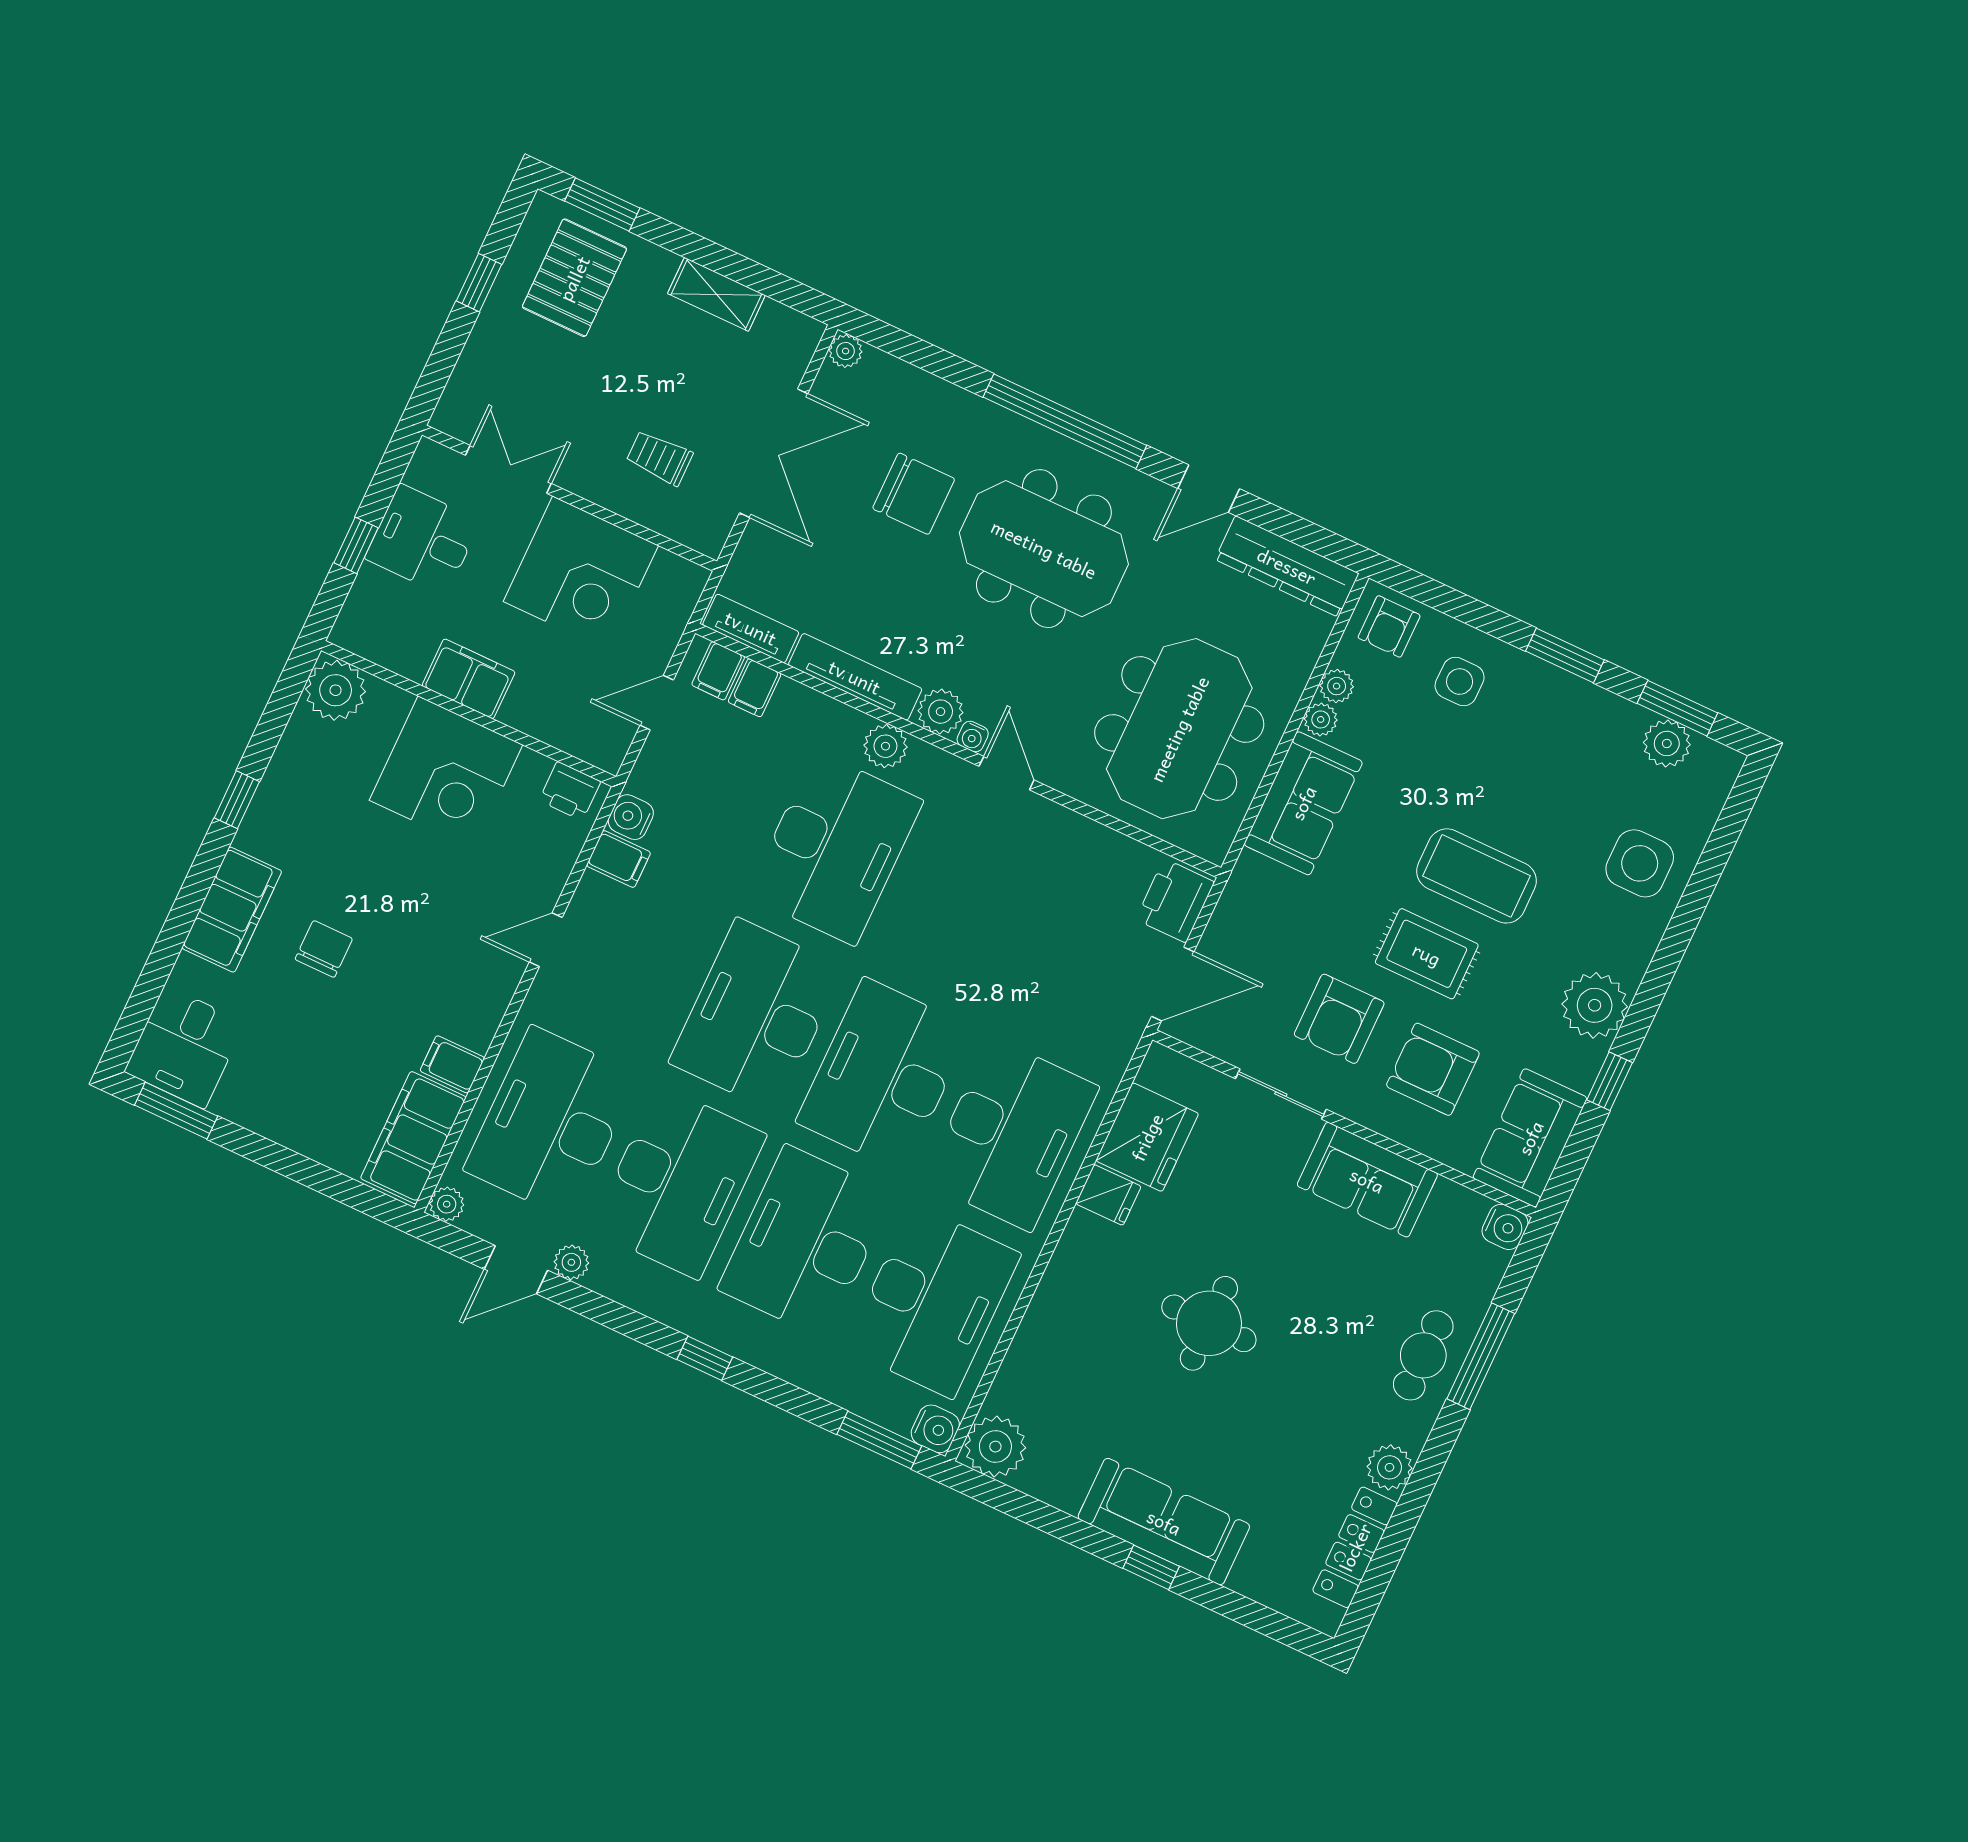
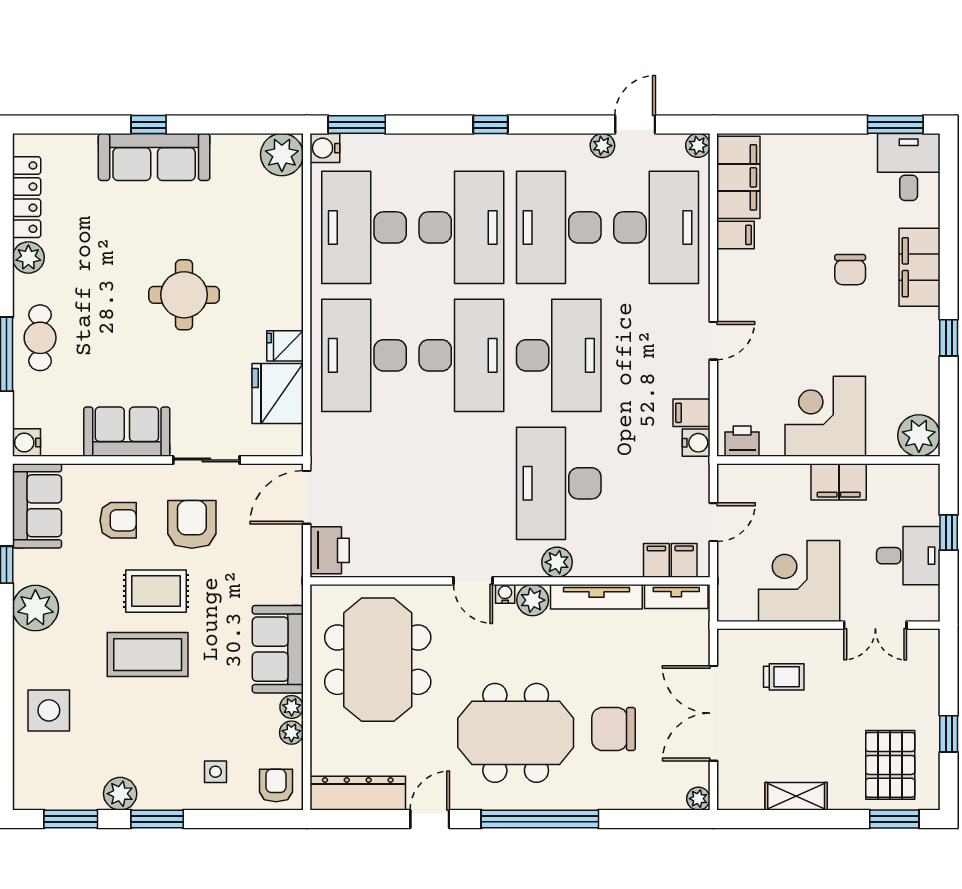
side table: (1460, 681) -> (215, 772), width x0.73, depth x0.73
plant: (1667, 743) -> (120, 794), moved
armchair: (1433, 1069) -> (118, 520), width x0.72, depth x0.72

